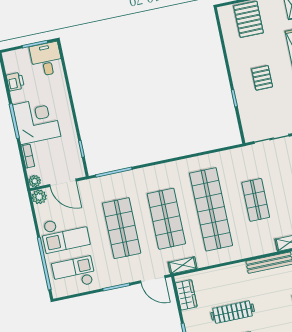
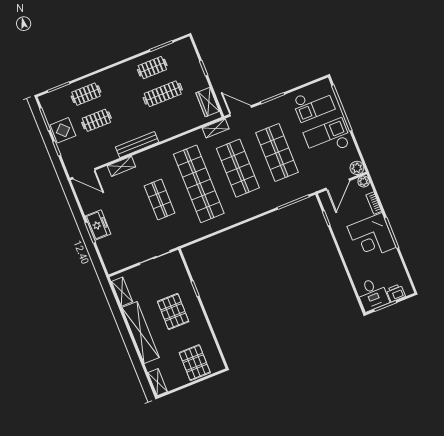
pallet: (262, 78) -> (173, 311), width x1.50, depth x1.42
printer: (15, 82) -> (396, 293), moved, turned 90
door: (63, 183) -> (338, 184), swing flipped

